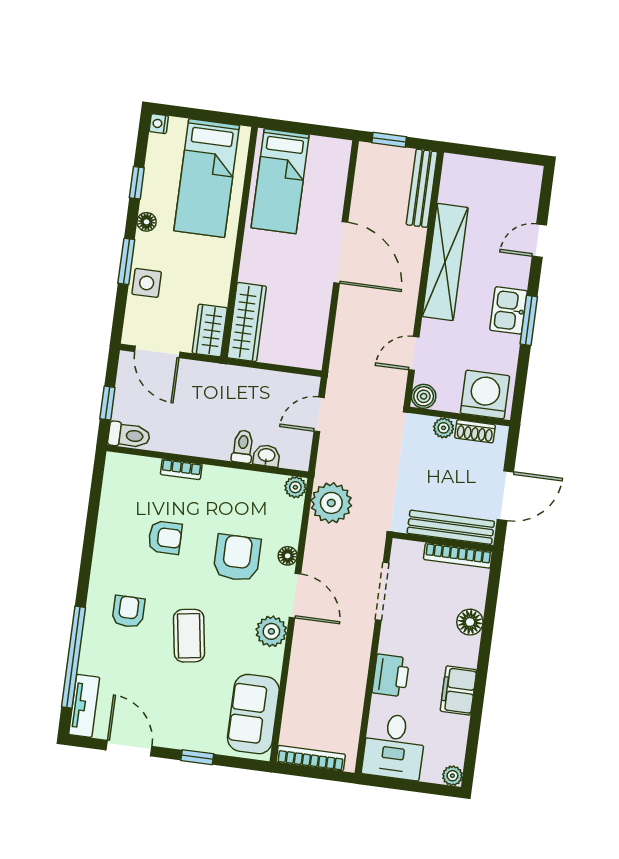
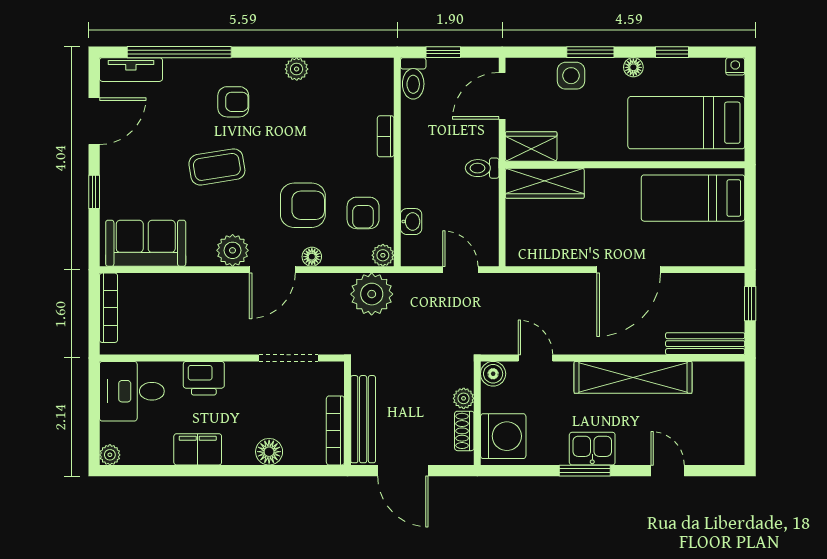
toilet: (243, 447) -> (482, 168), moved, turned 180
armchair: (165, 537) -> (363, 213), moved
plant: (105, 546) -> (297, 69), added

